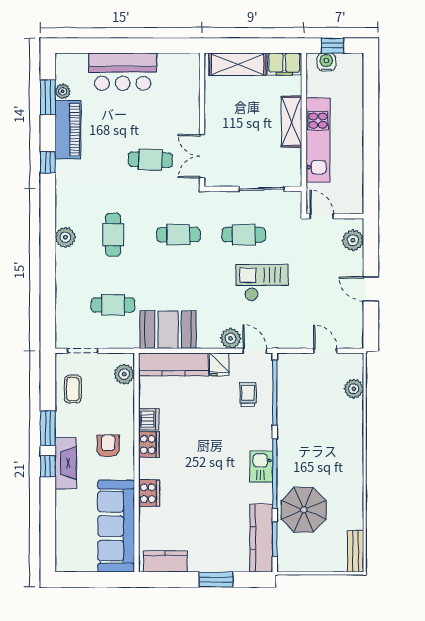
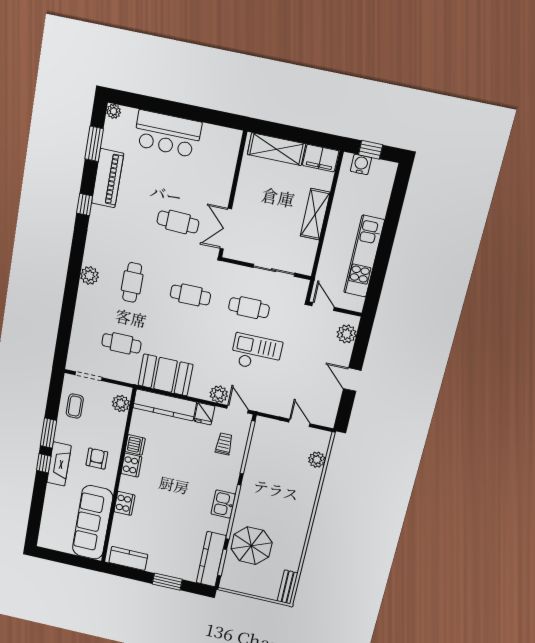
plant: (63, 91) -> (114, 111), moved
kitchen unit: (318, 140) -> (364, 256), moved, turned 180

